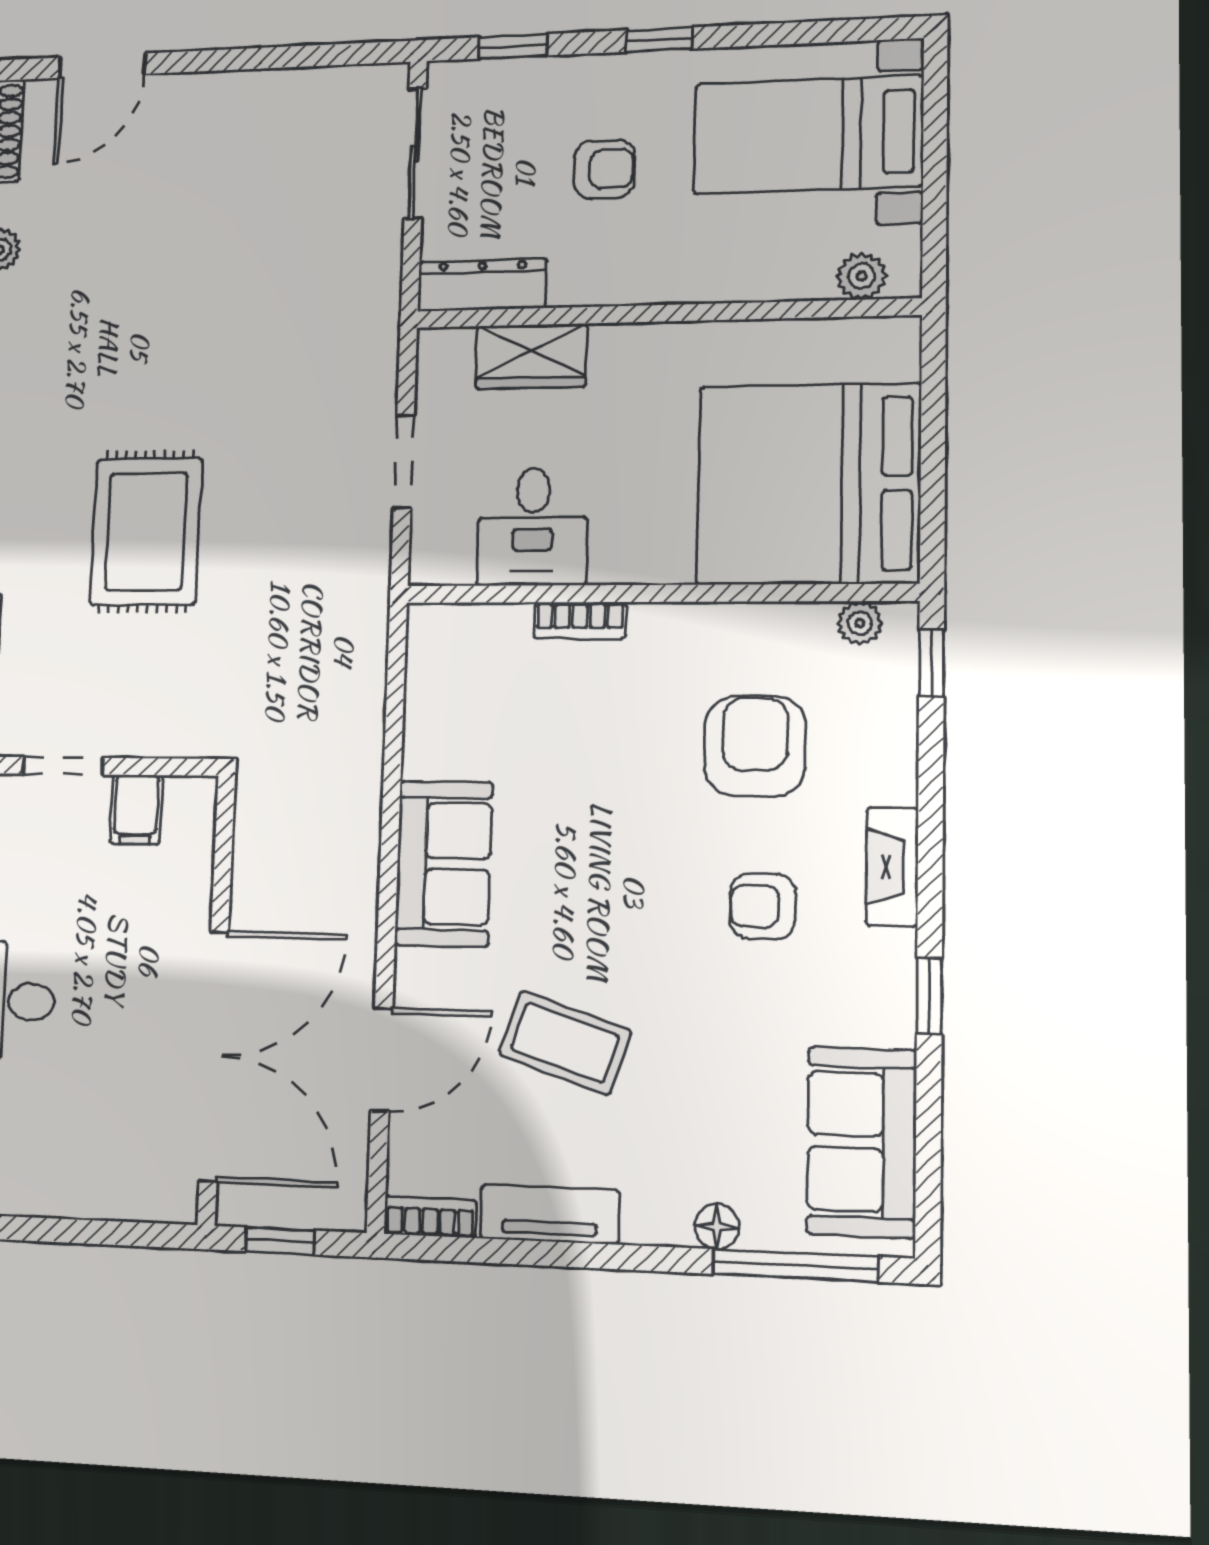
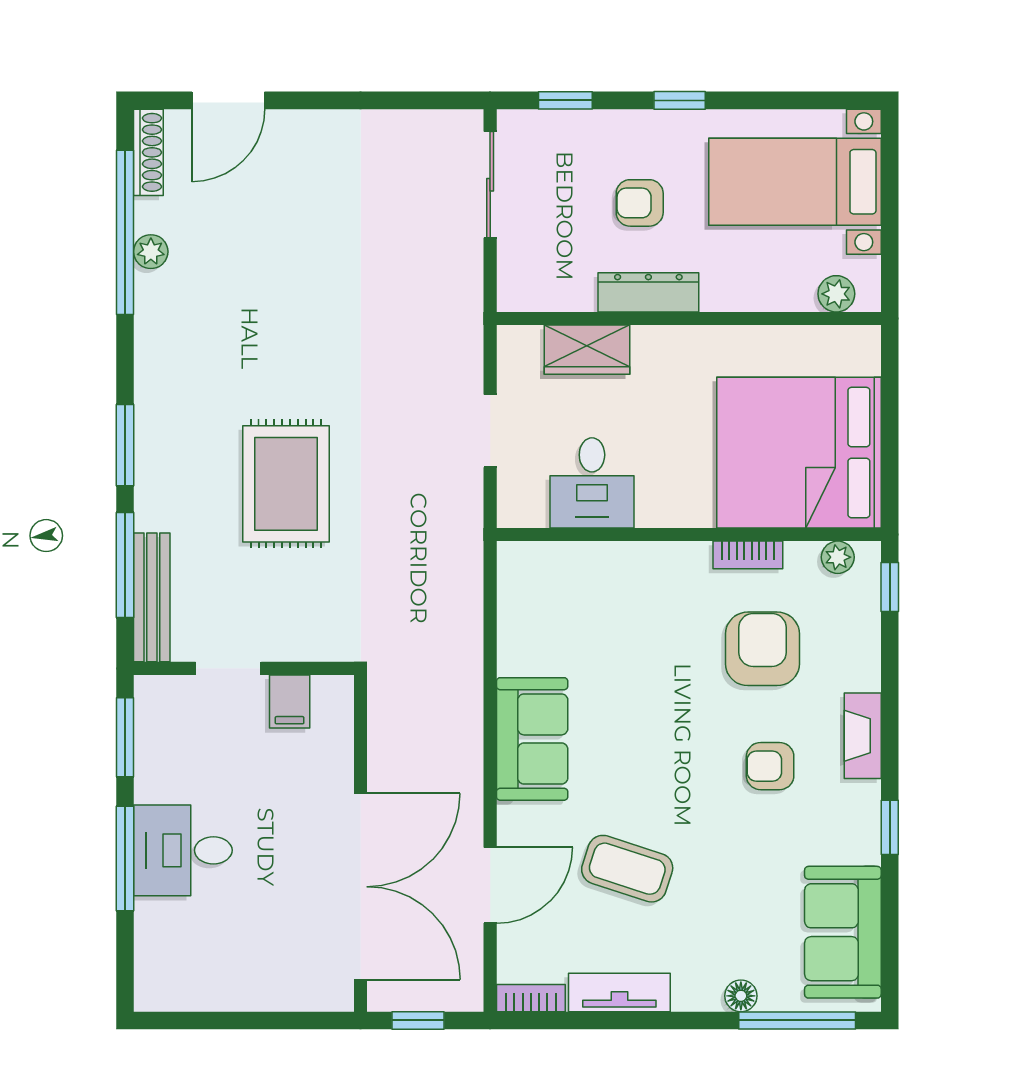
armchair: (604, 169) -> (640, 203), turned 180
dresser: (482, 285) -> (648, 292), moved
bookcase: (580, 620) -> (748, 555), moved

